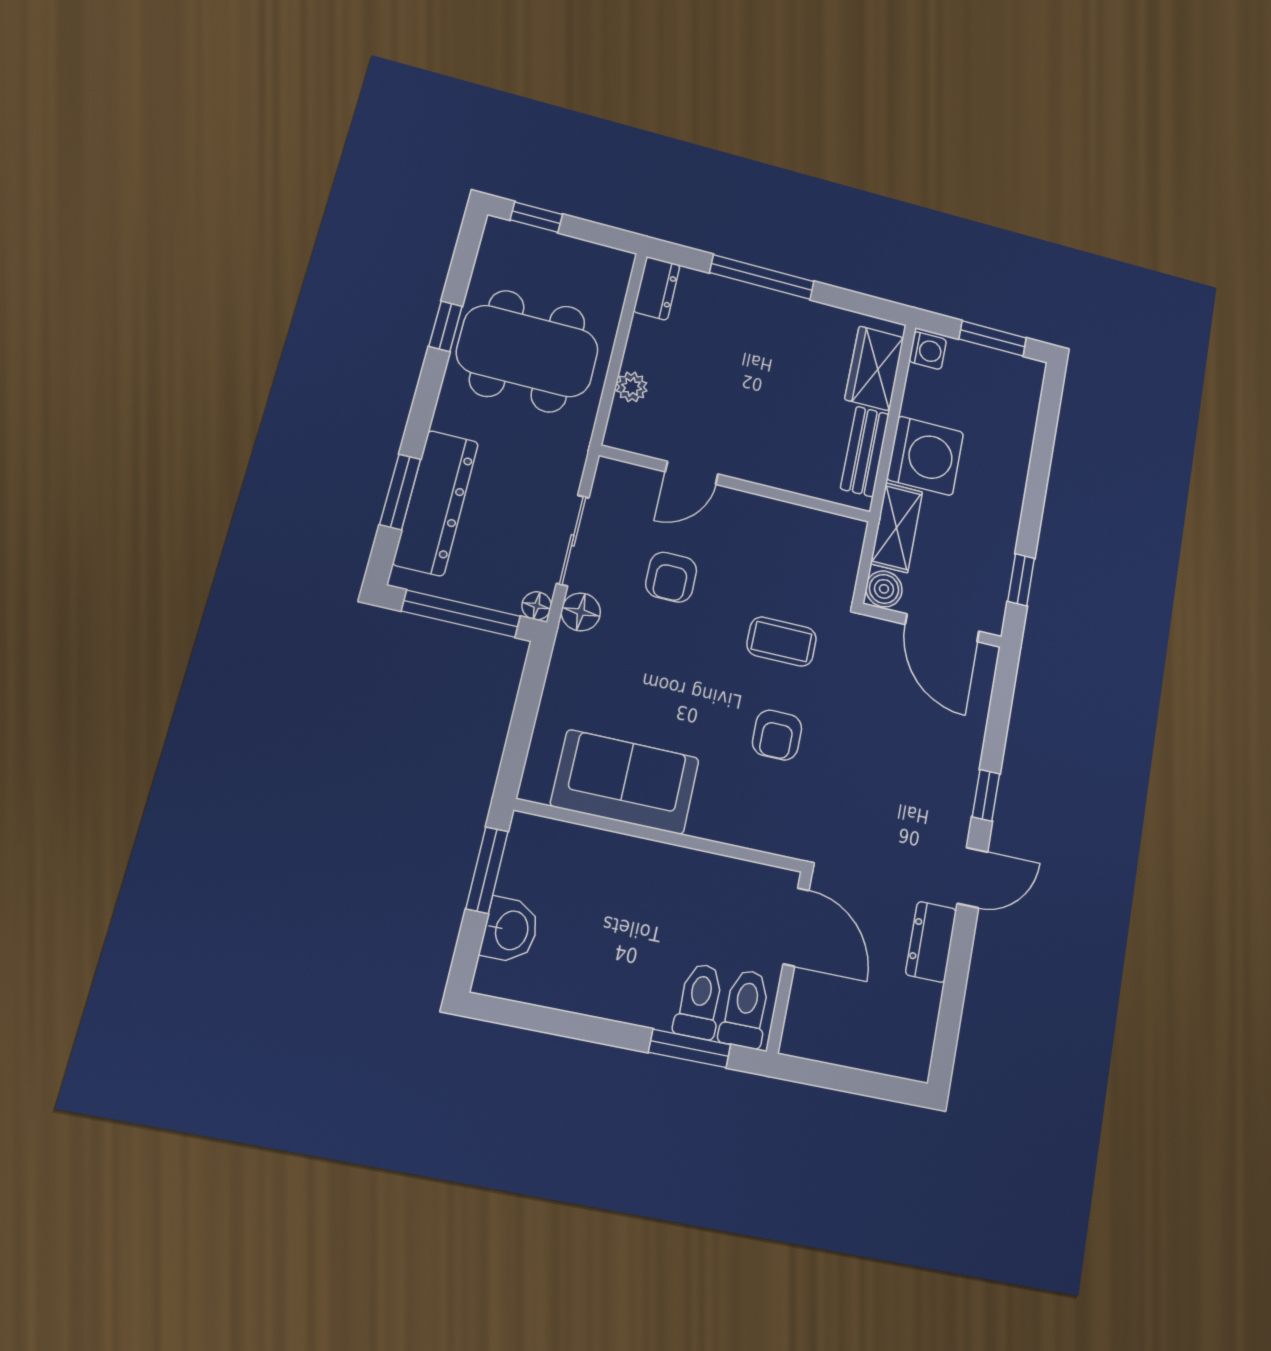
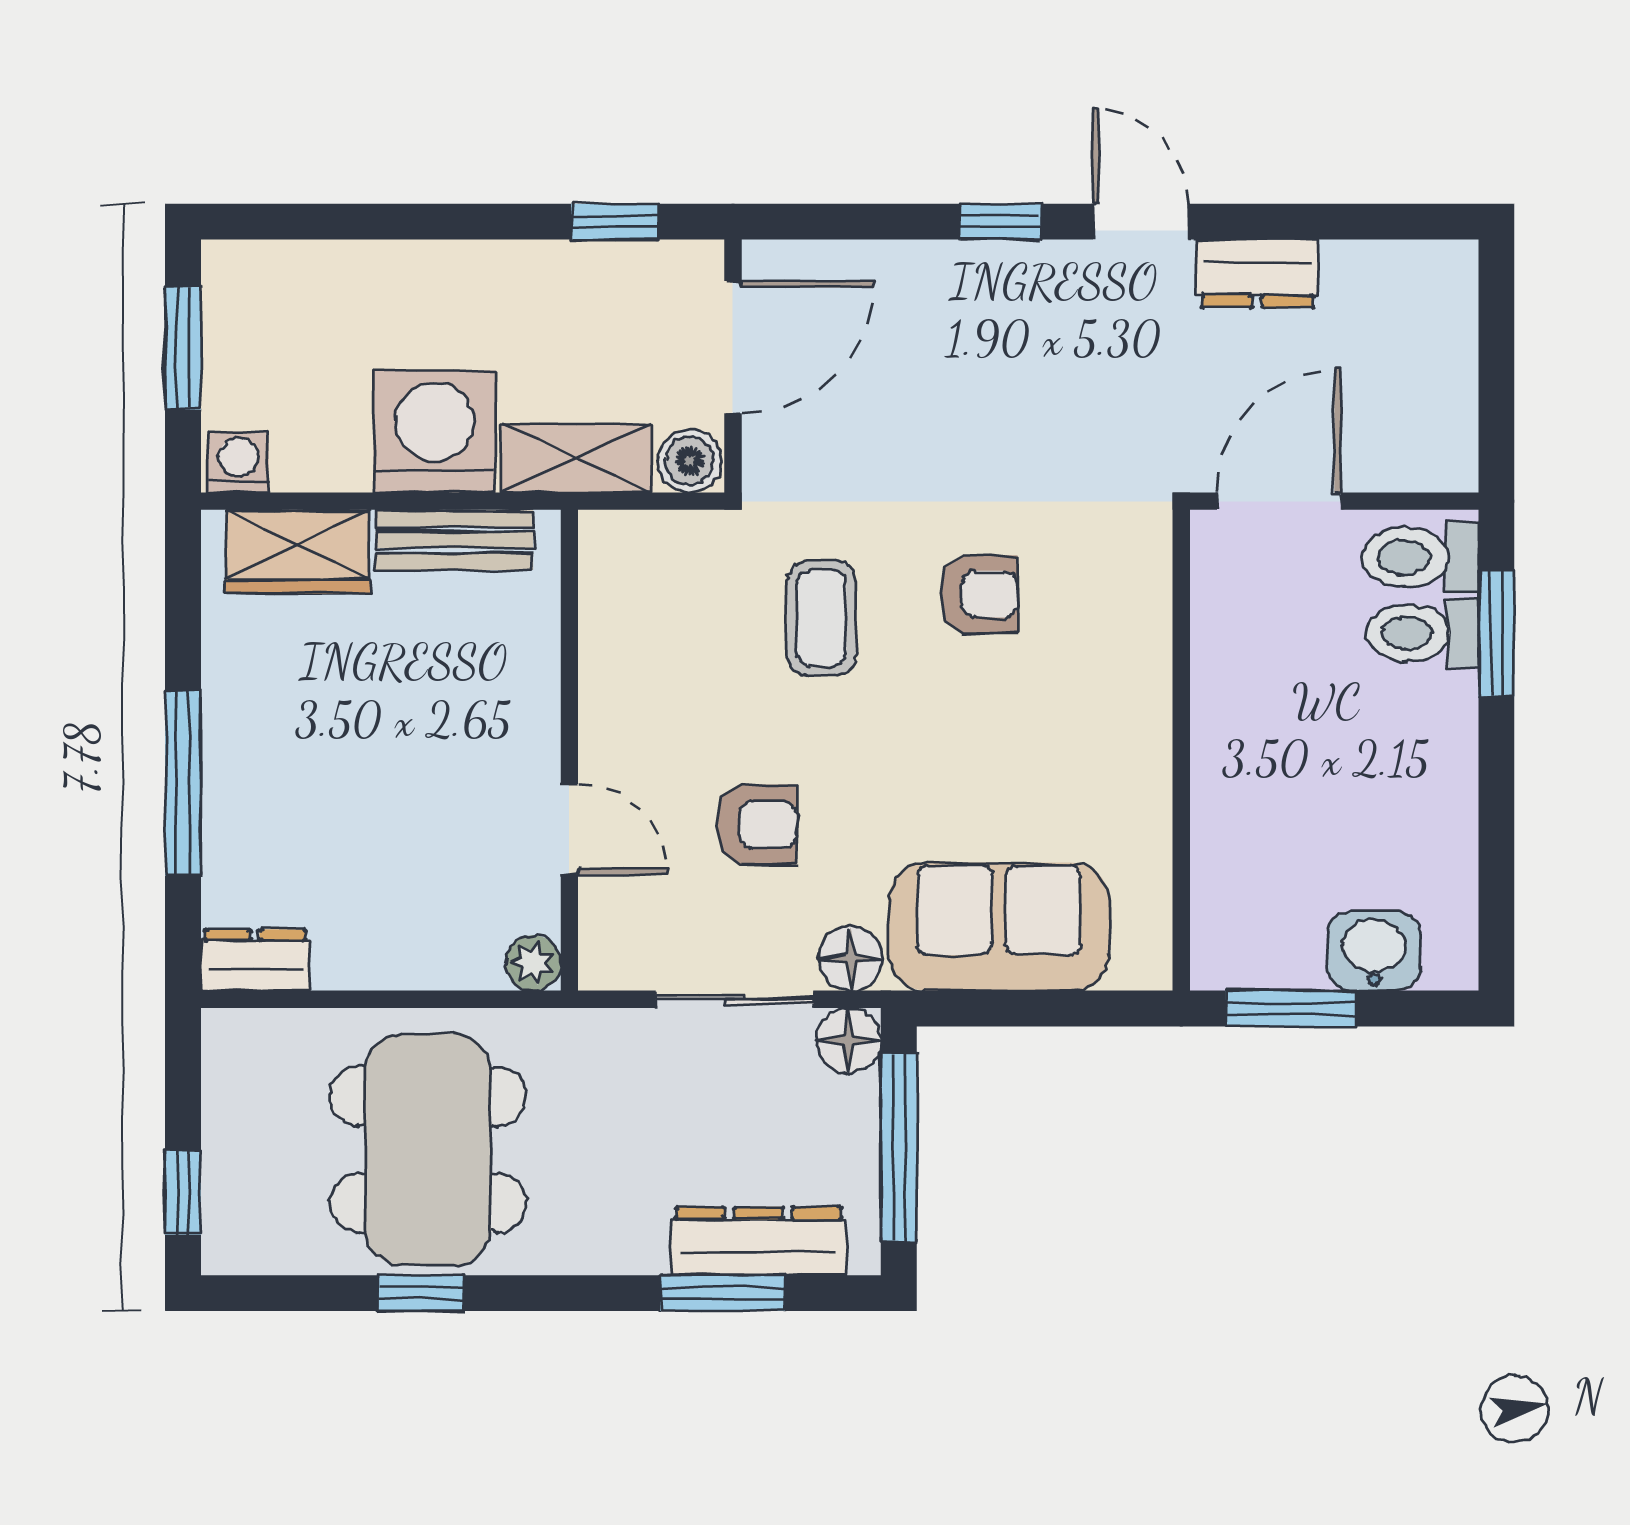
plant: (632, 387) -> (533, 963), moved
dresser: (436, 503) -> (758, 1241), width x0.73, depth x0.80
floor lamp: (537, 606) -> (848, 1040), width x1.37, depth x1.37
sofa: (625, 782) -> (999, 927), moved, turned 90

